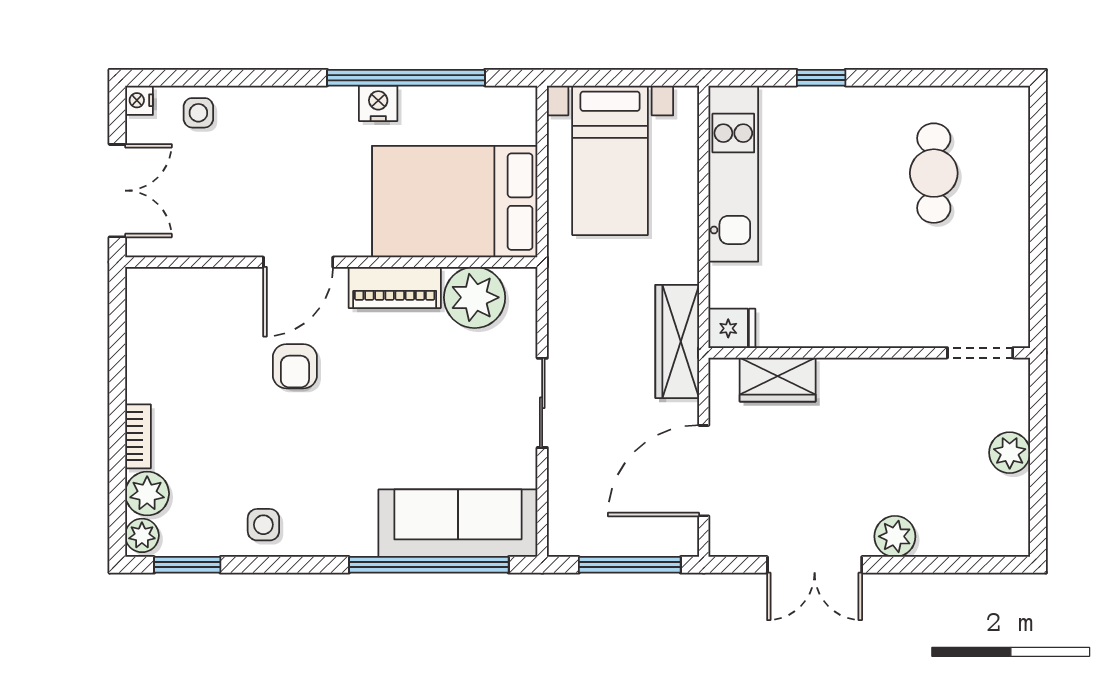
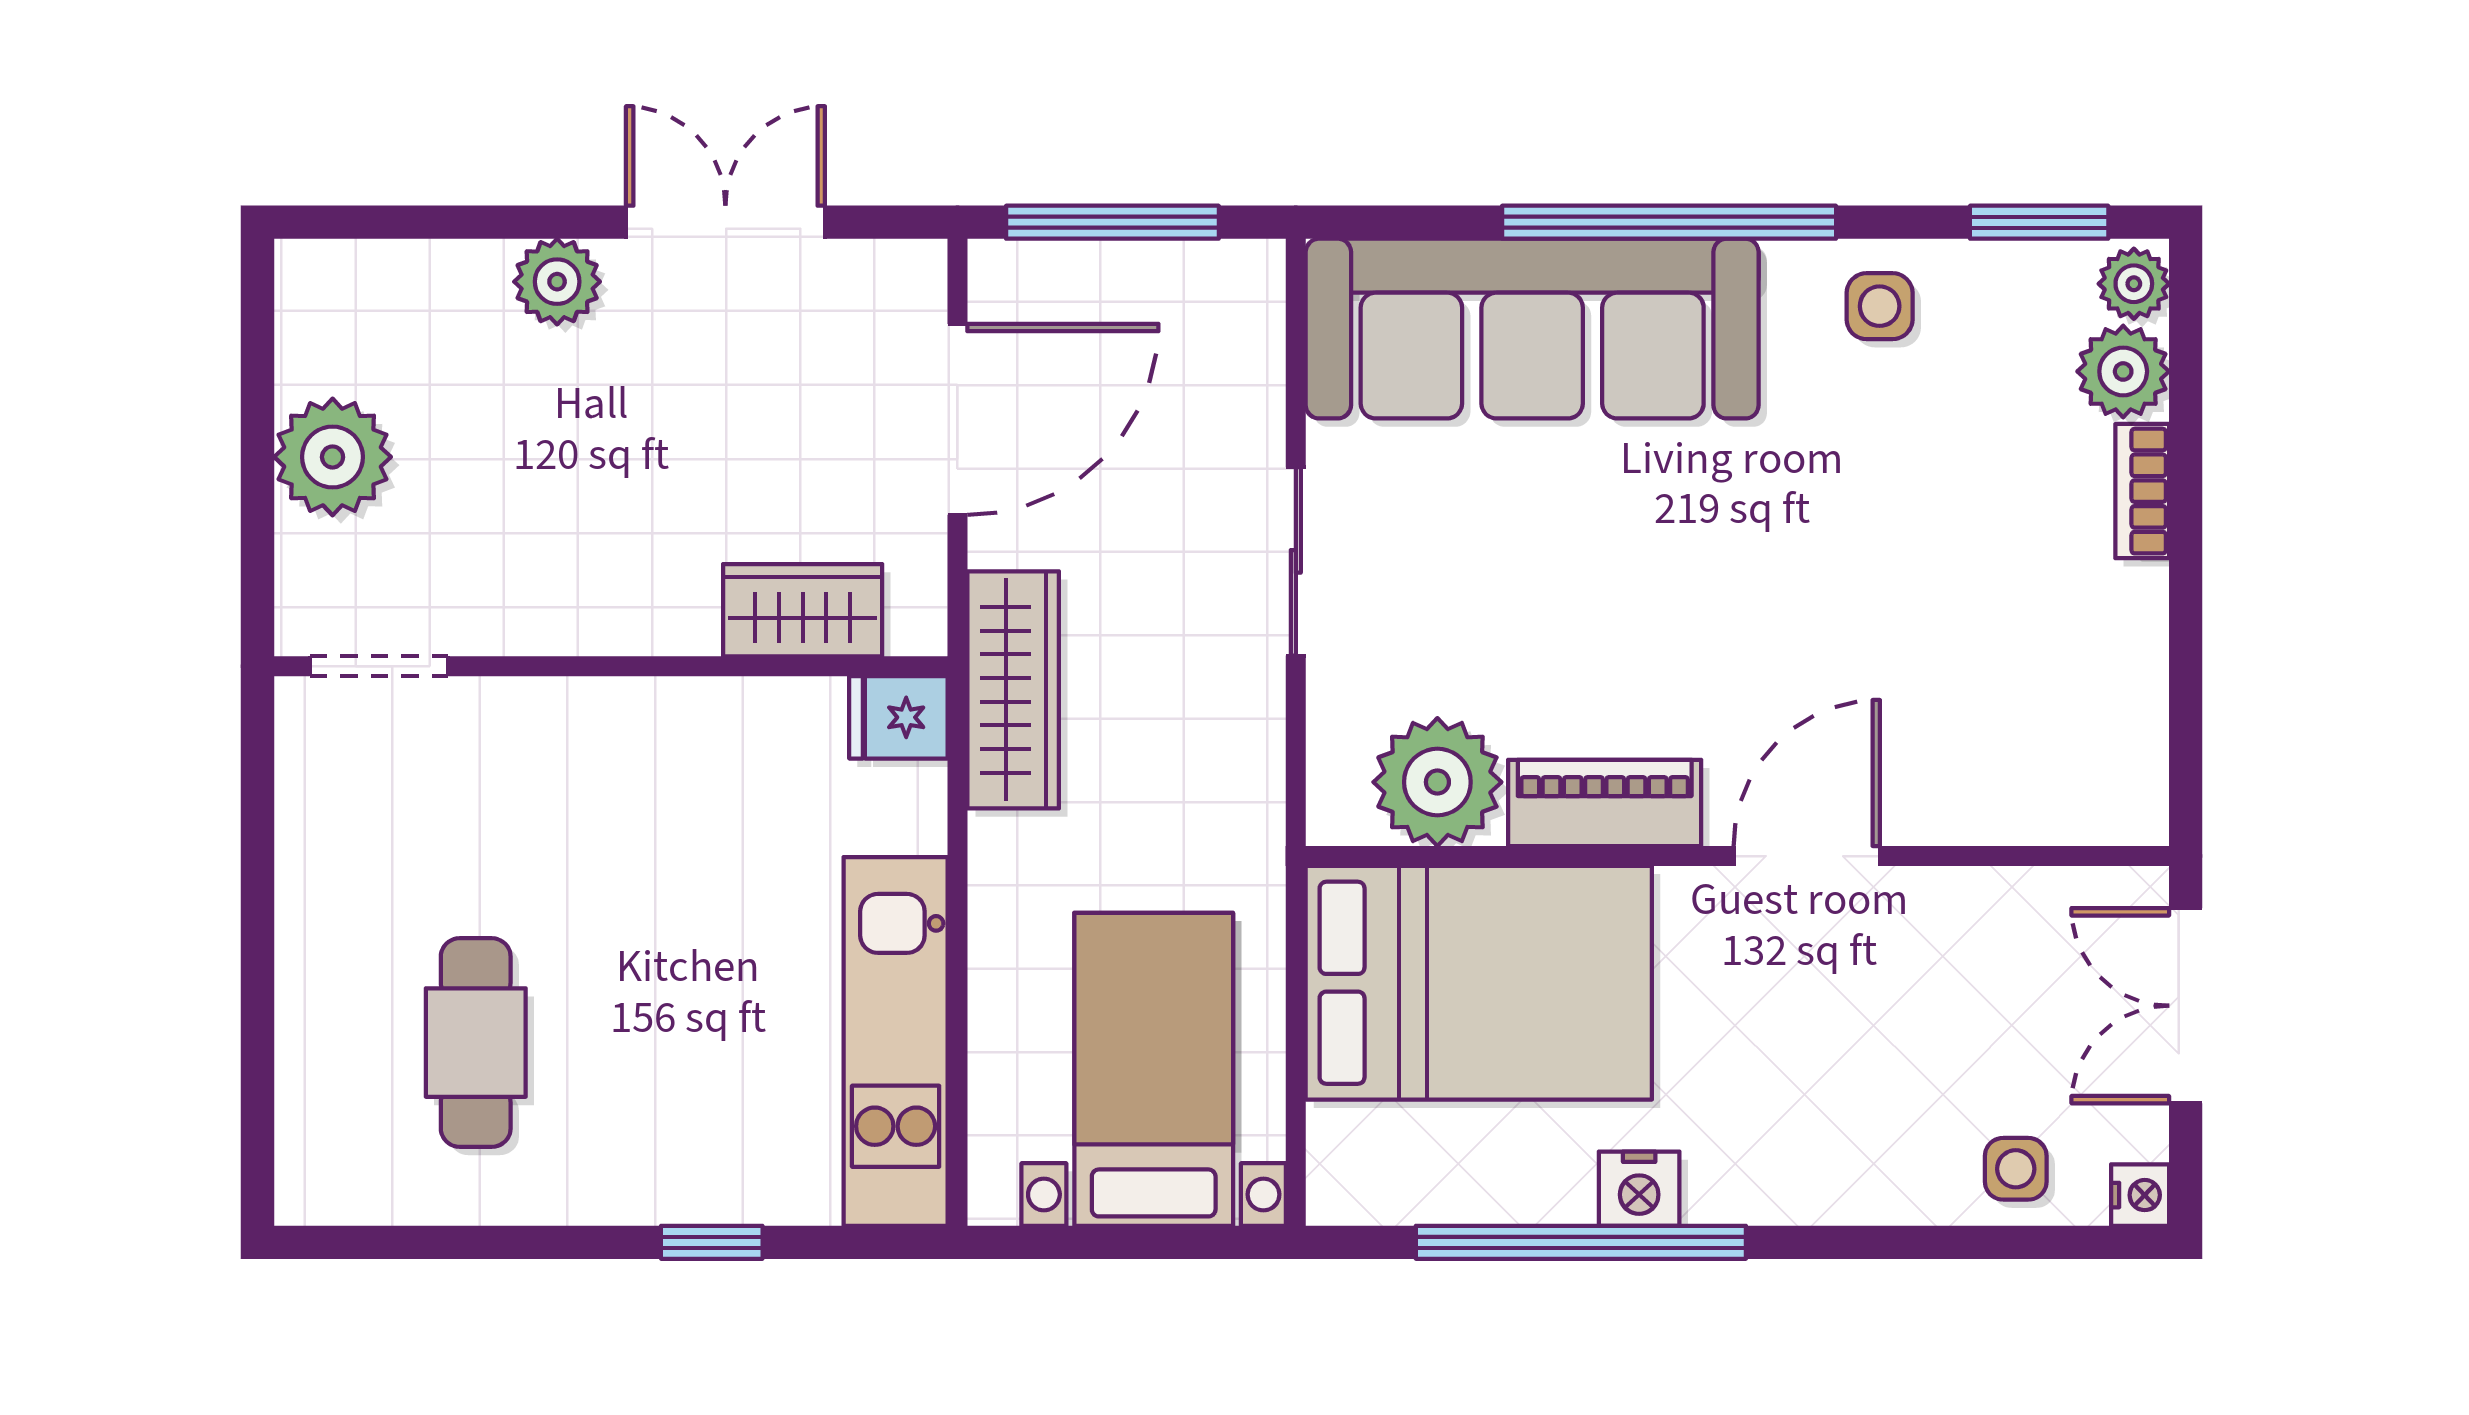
armchair: (295, 366) -> (1814, 638), removed
plant: (1010, 453) -> (333, 457), width x1.36, depth x1.36
sofa: (458, 523) -> (1532, 329), width x1.36, depth x1.27
window: (429, 565) -> (1669, 222), moved

